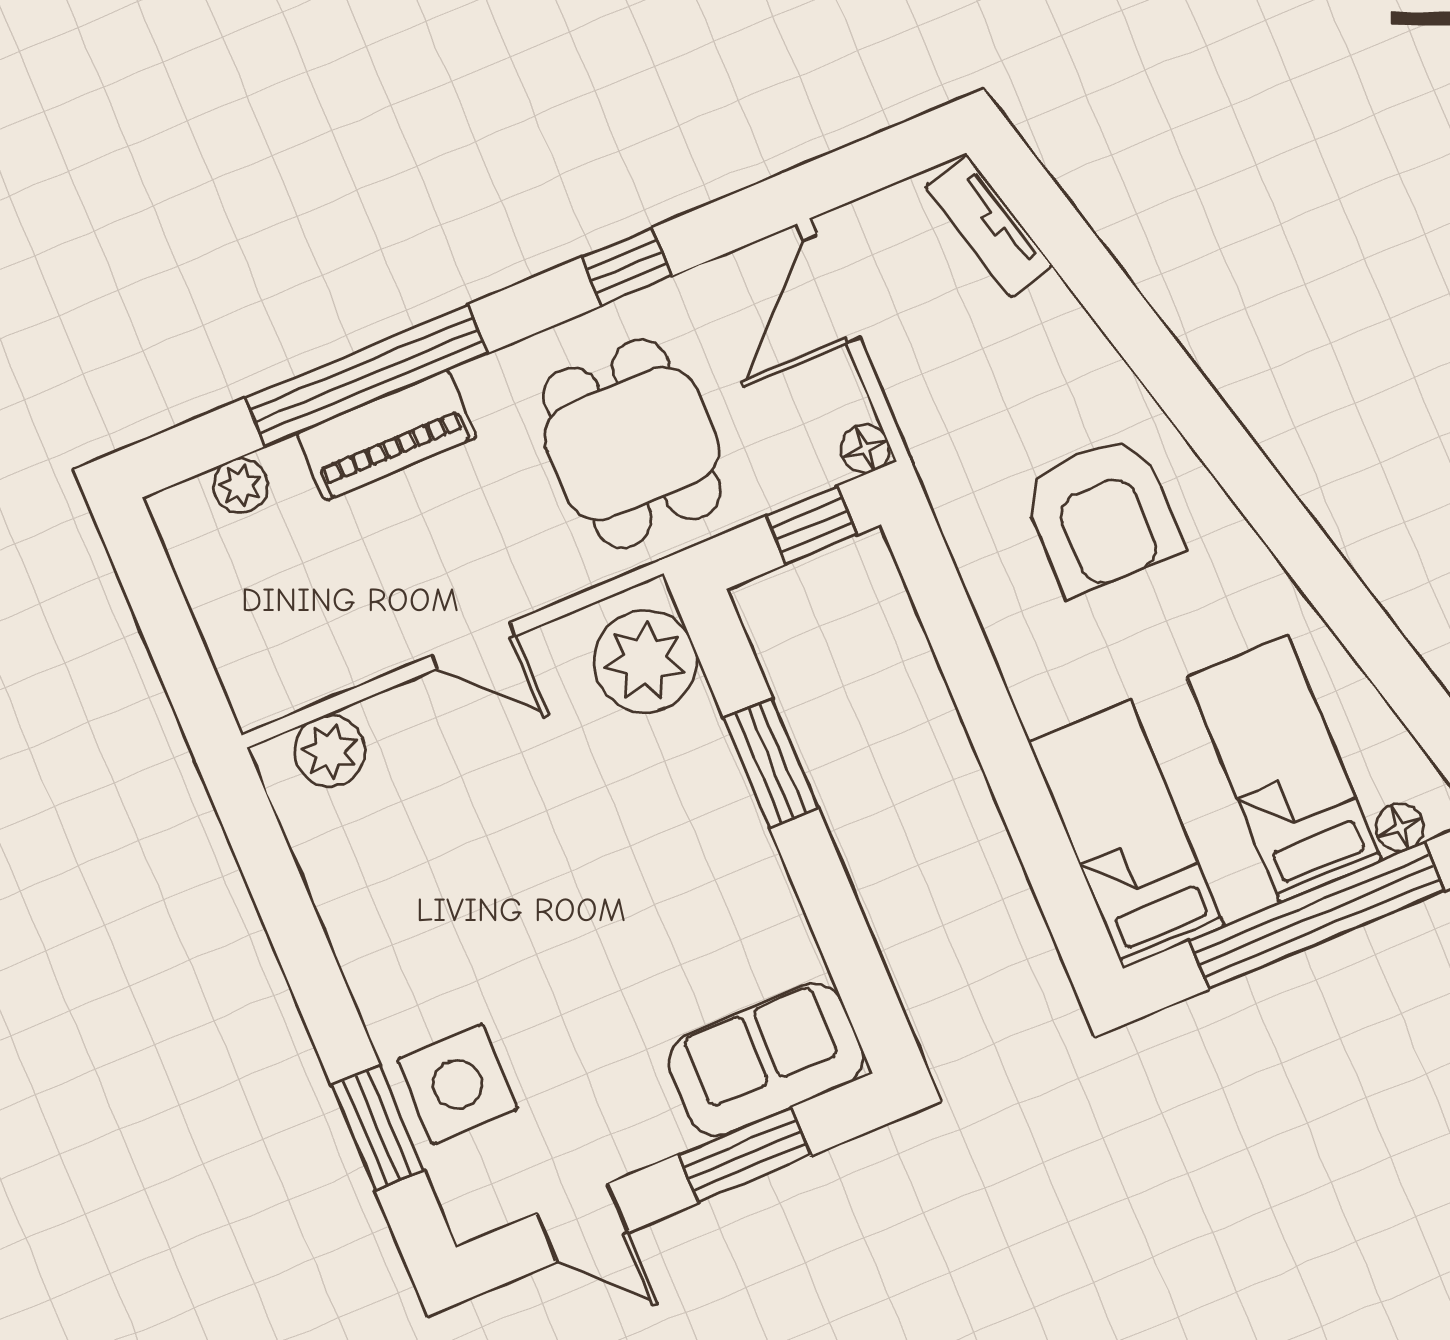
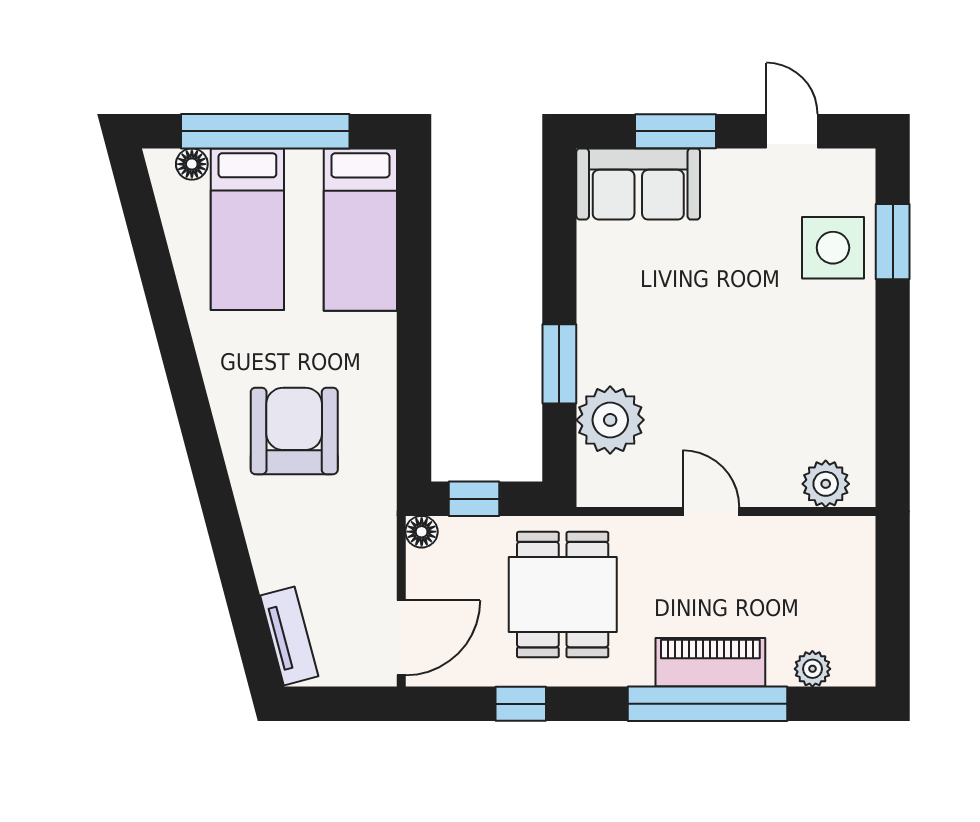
plant: (645, 661) -> (610, 420), moved

